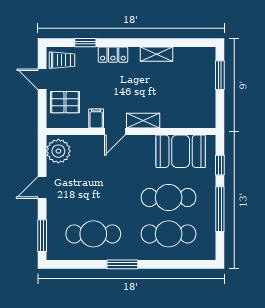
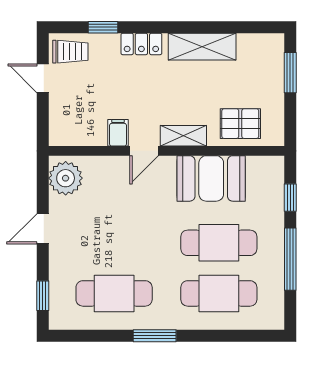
shelving: (157, 54) -> (202, 47), width x1.50, depth x1.33
pallet: (65, 102) -> (240, 124), moved
booth: (181, 151) -> (211, 178), moved
window: (42, 236) -> (43, 296), width x0.67

